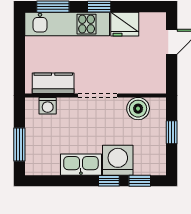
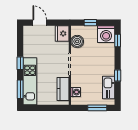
fridge: (125, 24) -> (62, 33), moved, turned 180
washing machine: (118, 160) -> (106, 34), moved, turned -90
kitchen sink: (81, 165) -> (109, 88), moved
window: (109, 181) -> (118, 75), moved

